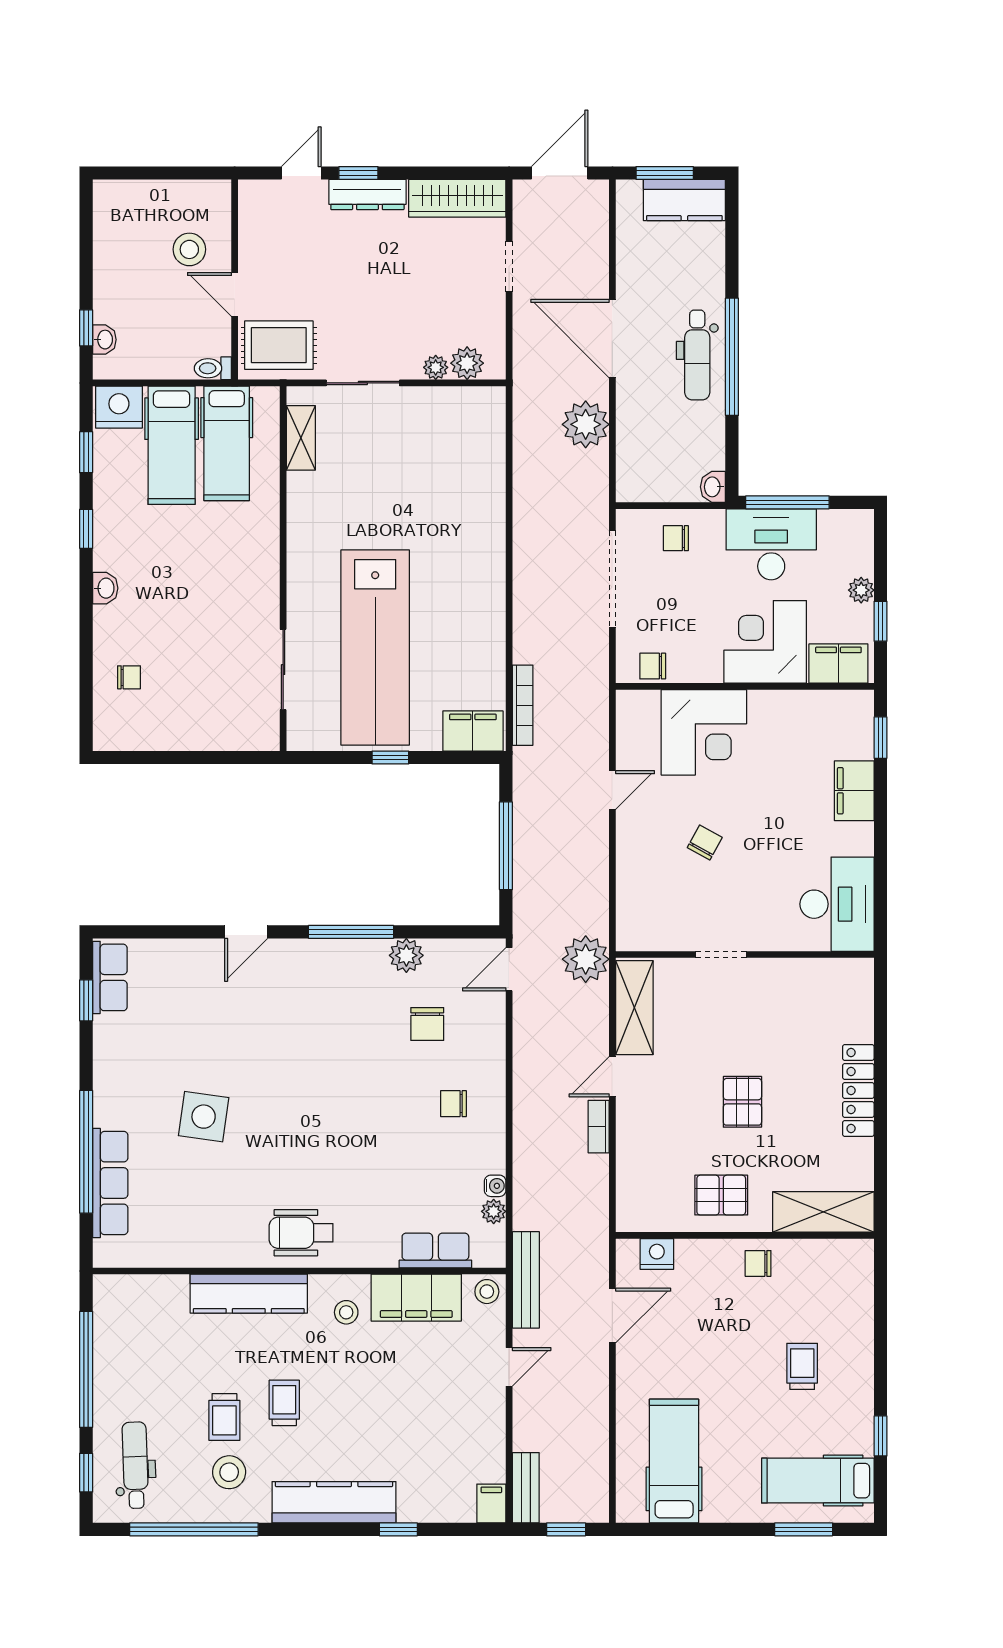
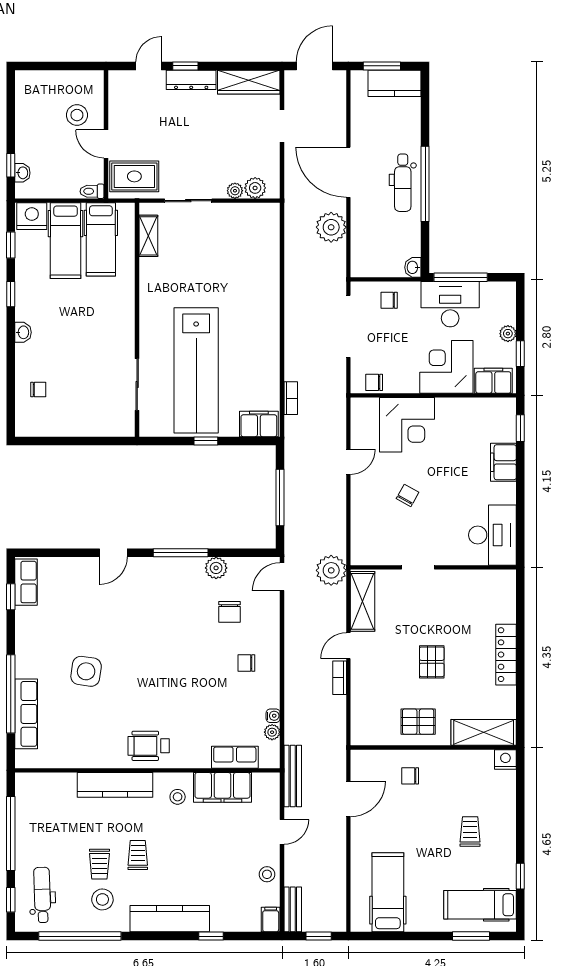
bookcase: (523, 705) -> (291, 398), width x0.64
nightstand: (657, 1254) -> (505, 759), moved
chair: (758, 1263) -> (410, 776), moved
stool: (487, 1292) -> (267, 874), moved

